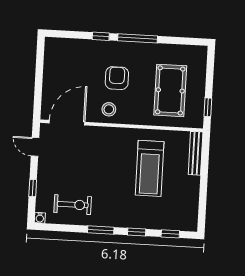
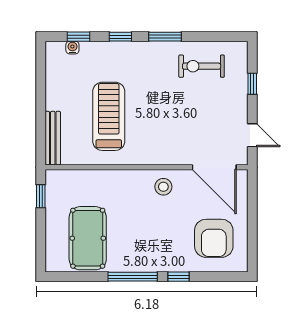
armchair: (117, 78) -> (214, 238), moved, width x1.36, depth x1.36
pool table: (170, 90) -> (88, 238), moved
door: (67, 123) -> (214, 167), hinge flipped
water cooler: (40, 218) -> (72, 48), moved

